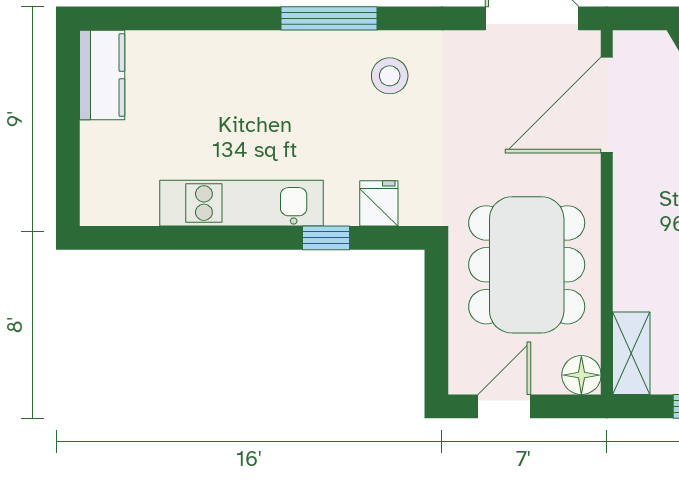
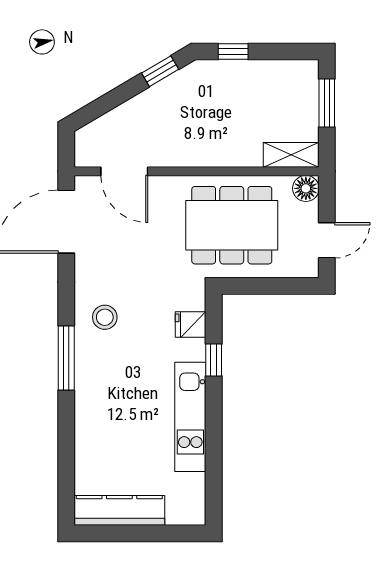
kitchen counter: (102, 75) -> (119, 510), width x1.50
door: (607, 105) -> (124, 171), width x0.73
door: (504, 406) -> (327, 240), swing flipped

